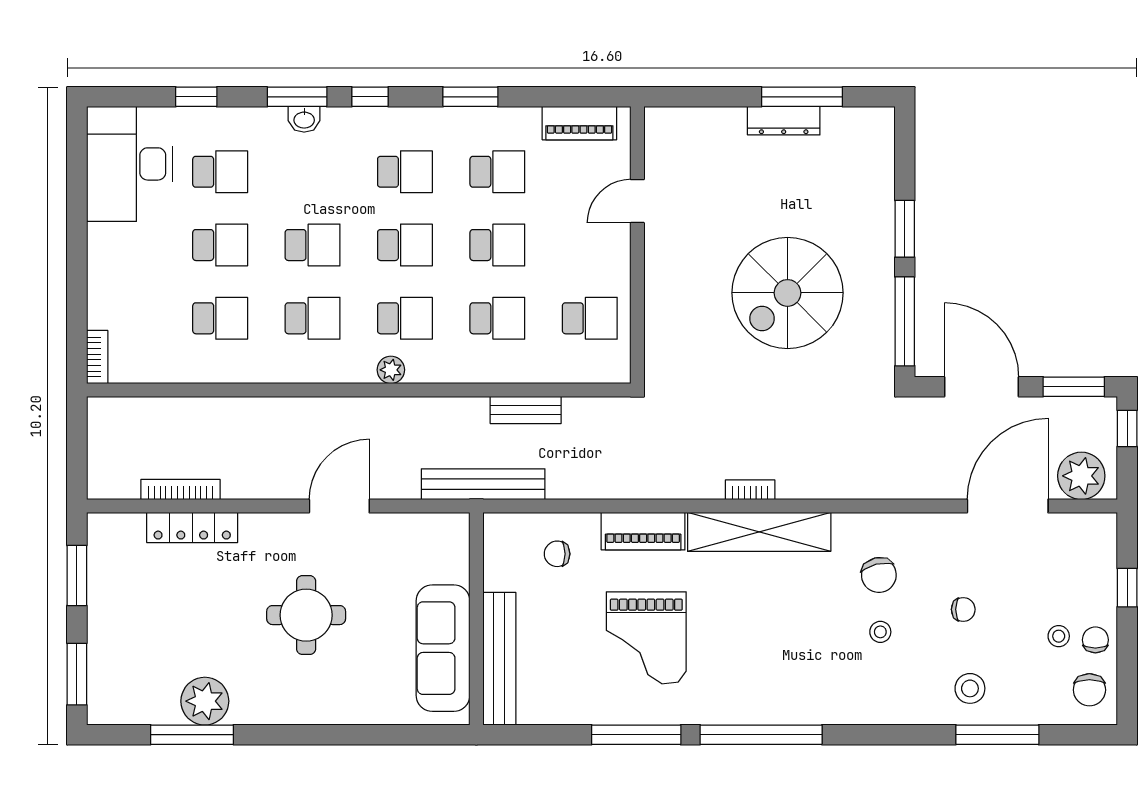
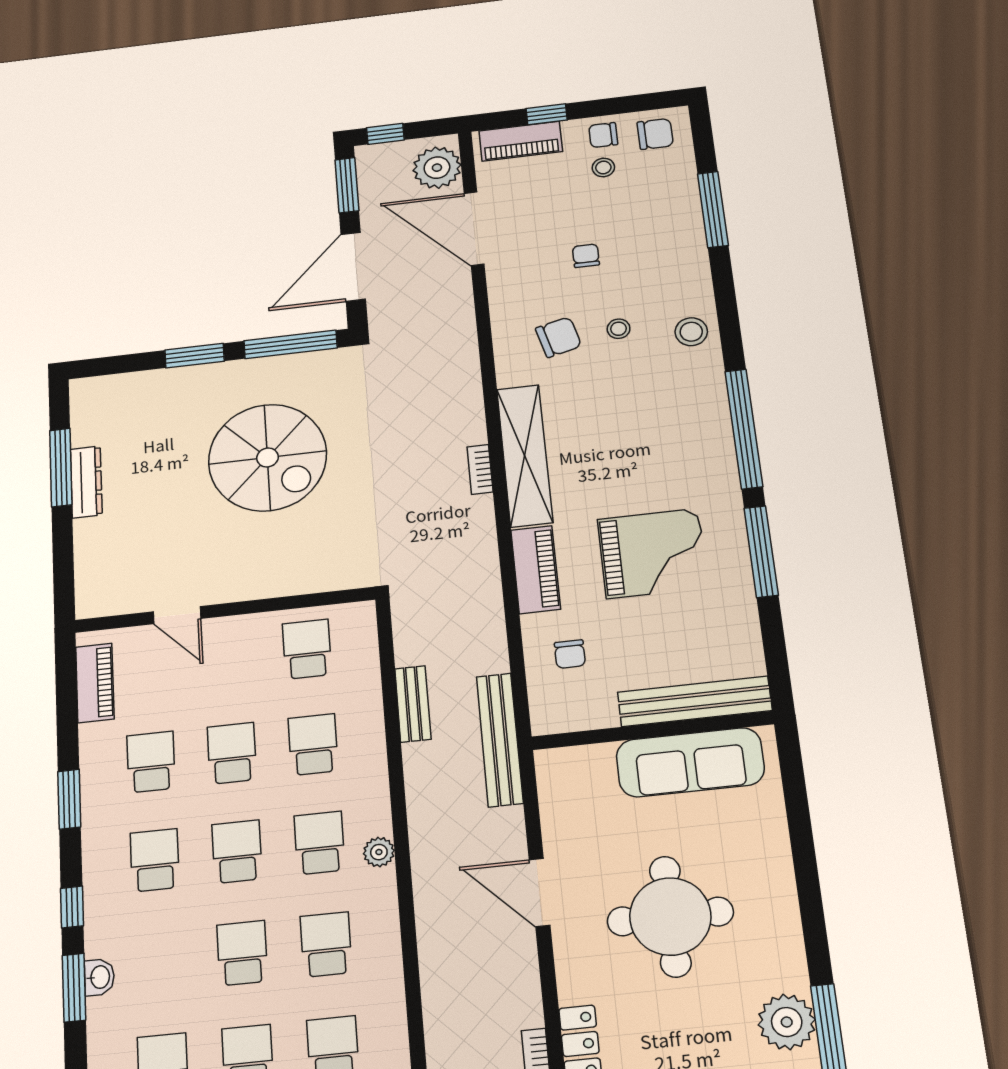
piano: (1100, 560) -> (521, 141), added
round table: (306, 615) -> (670, 916), width x1.36, depth x1.36
stool: (970, 688) -> (691, 332), moved

